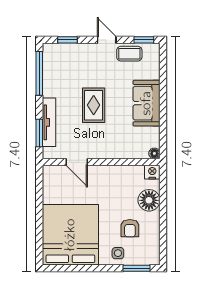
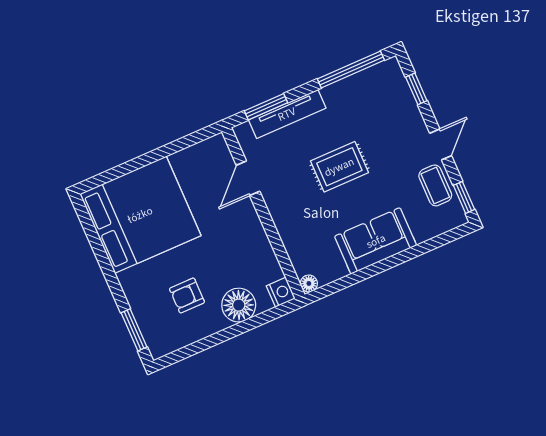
side table: (118, 253) -> (144, 294), removed

